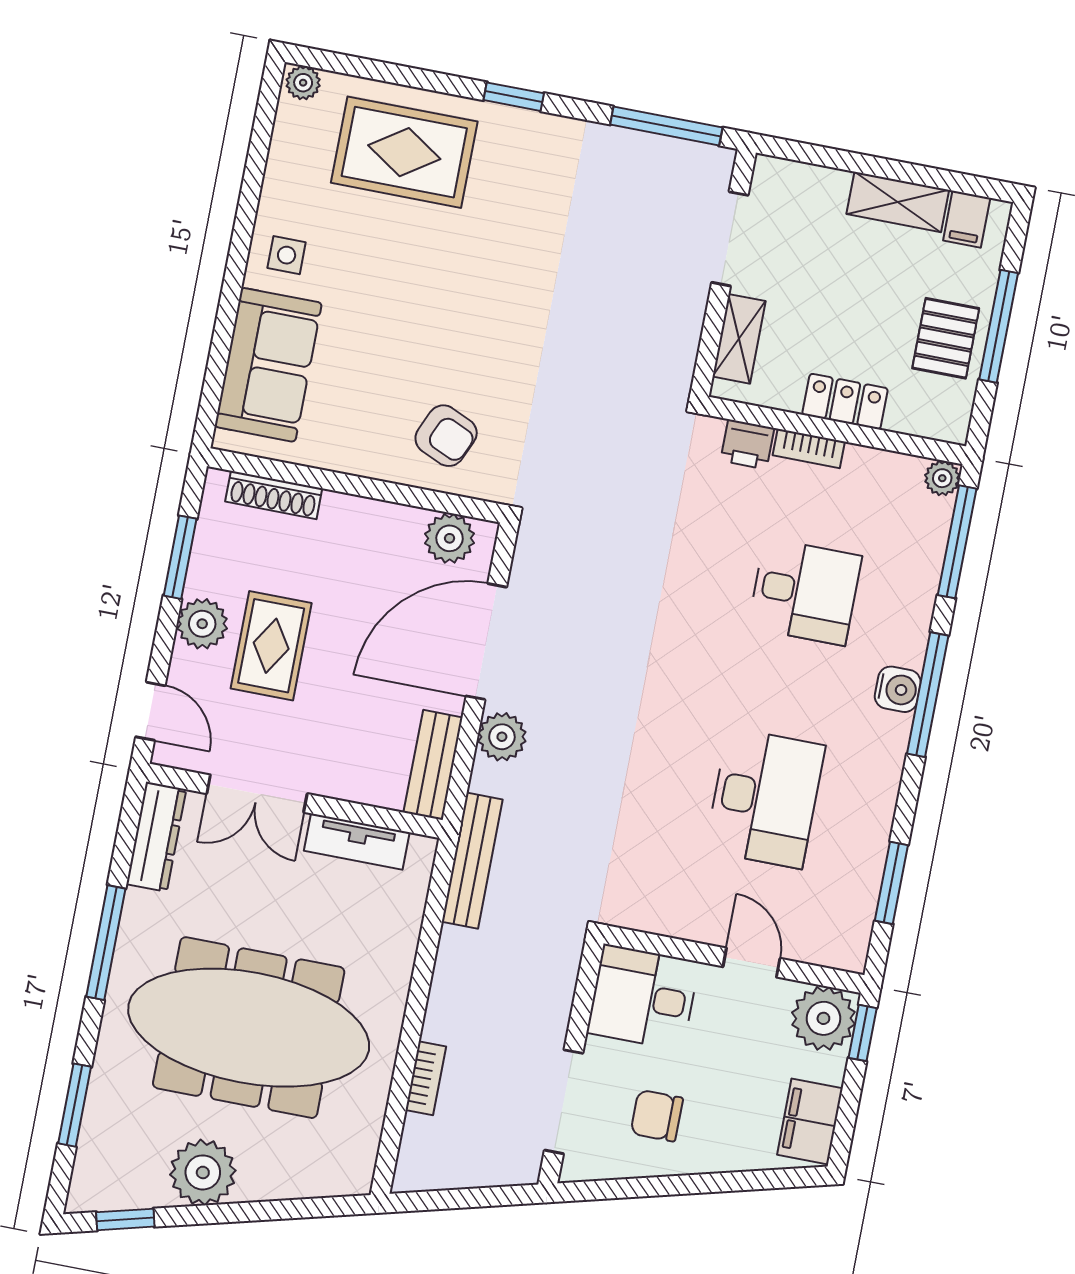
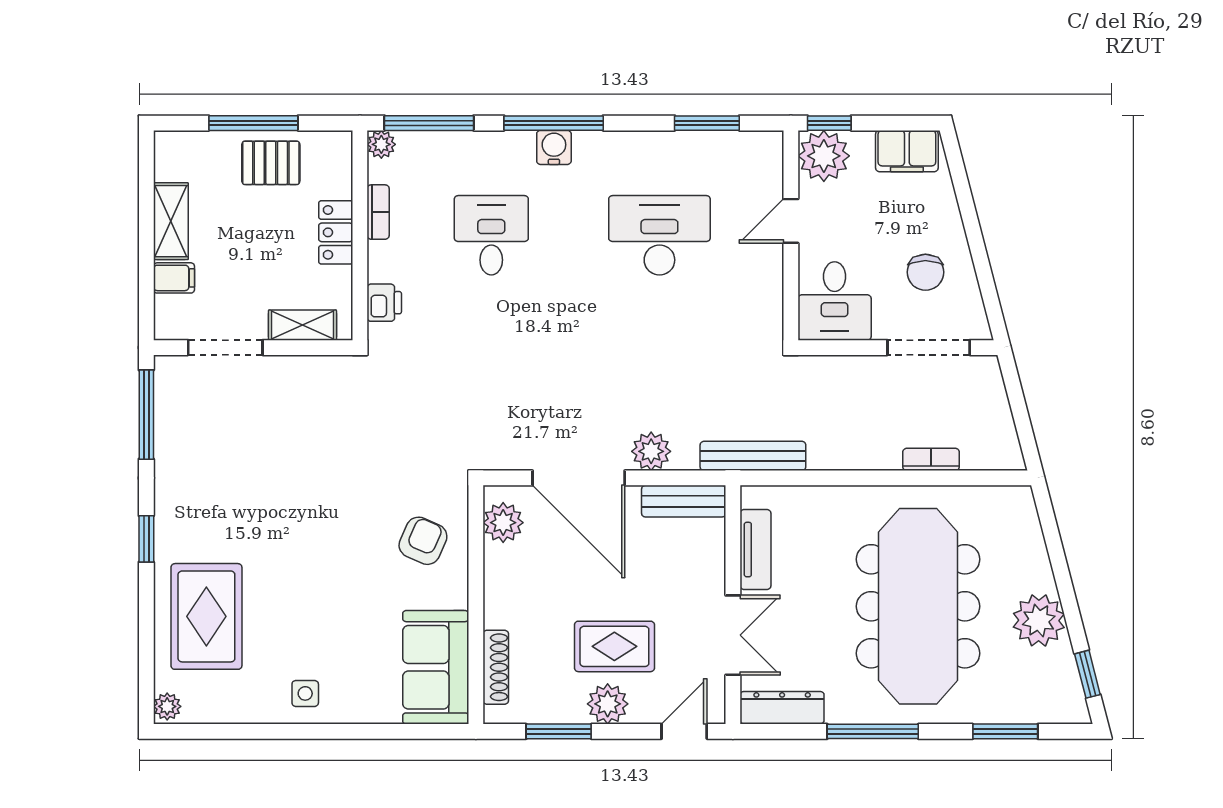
filing cabinet: (967, 219) -> (174, 278), moved
sofa: (268, 365) -> (436, 667), moved, turned -90
bookcase: (809, 448) -> (378, 212), moved

